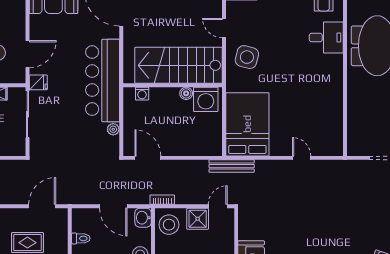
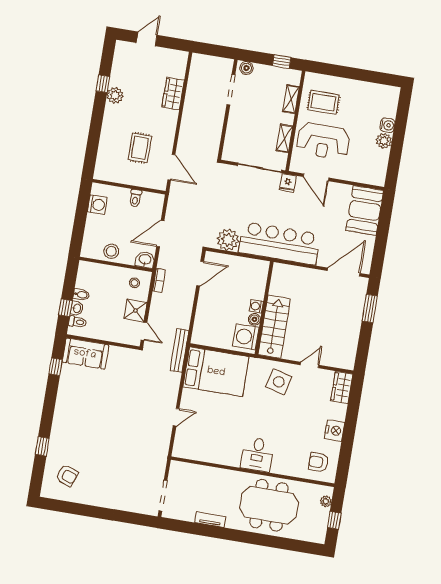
desk: (326, 37) -> (257, 454), moved
stairs: (179, 65) -> (274, 327), width x0.73, depth x0.66
washing machine: (142, 94) -> (256, 306), moved
plant: (113, 129) -> (228, 240), width x1.87, depth x1.87
stool: (169, 225) -> (134, 283), width x0.53, depth x0.53

